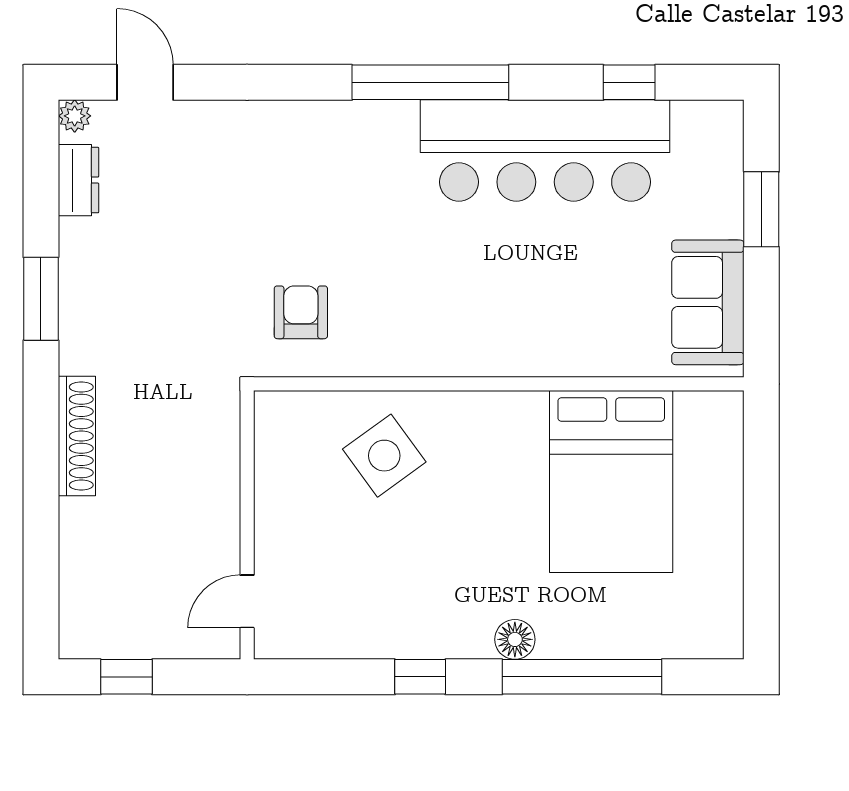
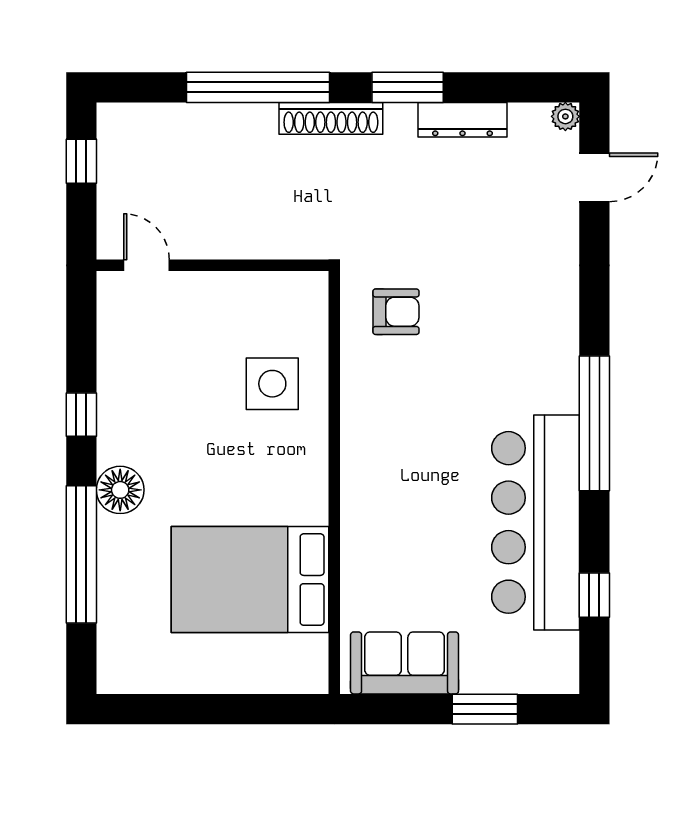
dresser: (78, 180) -> (462, 120), moved, width x1.44
shoe rack: (77, 436) -> (331, 118), moved
side table: (384, 456) -> (272, 384), turned 36
window: (41, 472) -> (258, 87), added
floor lamp: (515, 639) -> (120, 490), width x1.38, depth x1.38

